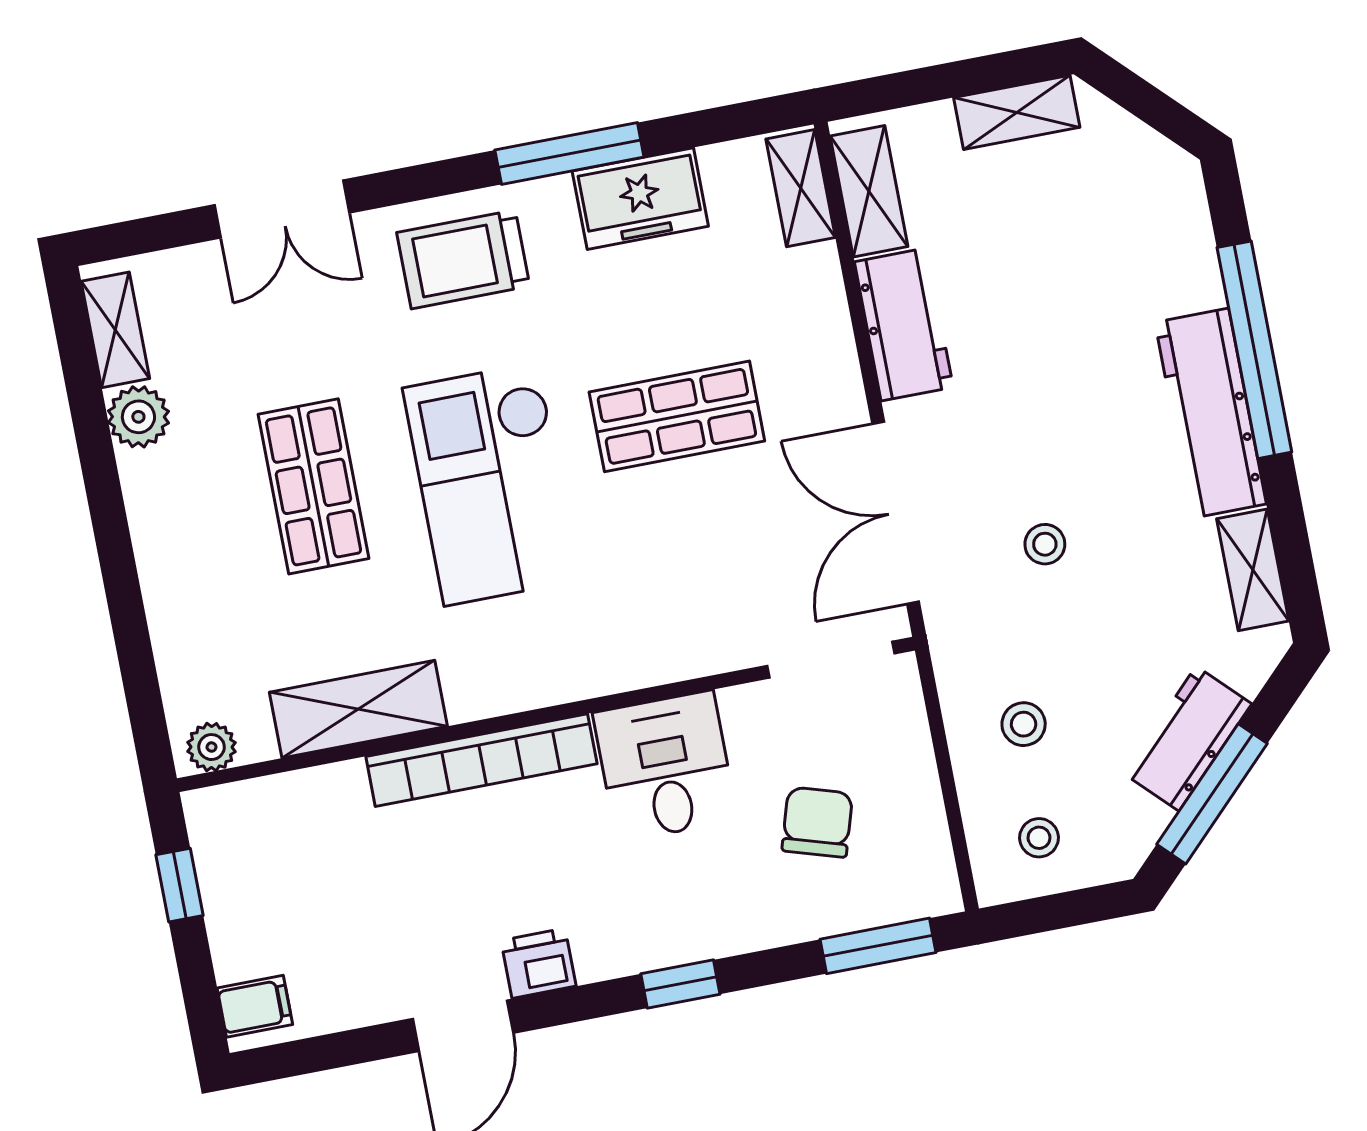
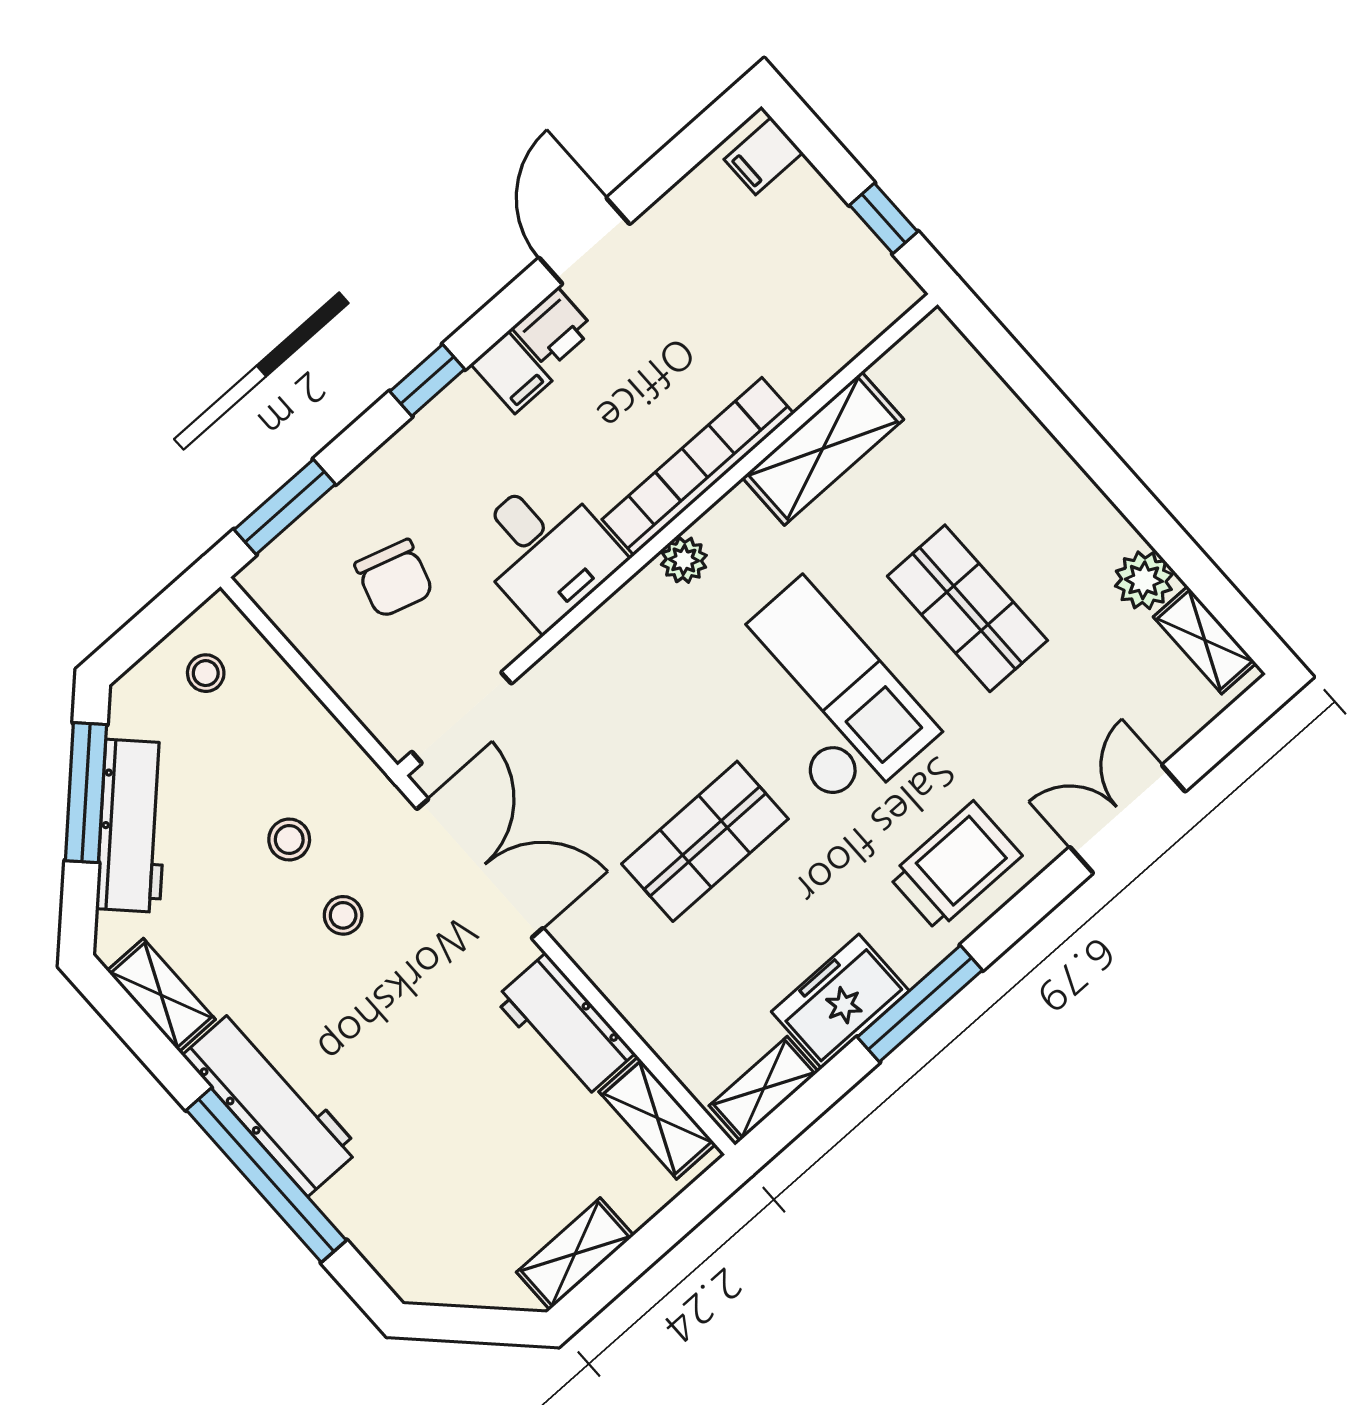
shelving: (801, 188) -> (764, 1089), moved, turned 90
stool: (1024, 724) -> (289, 840), moved
workbench: (1188, 739) -> (133, 826), width x1.38
plant: (212, 747) -> (684, 560), moved
filing cabinet: (600, 946) -> (511, 372), added

